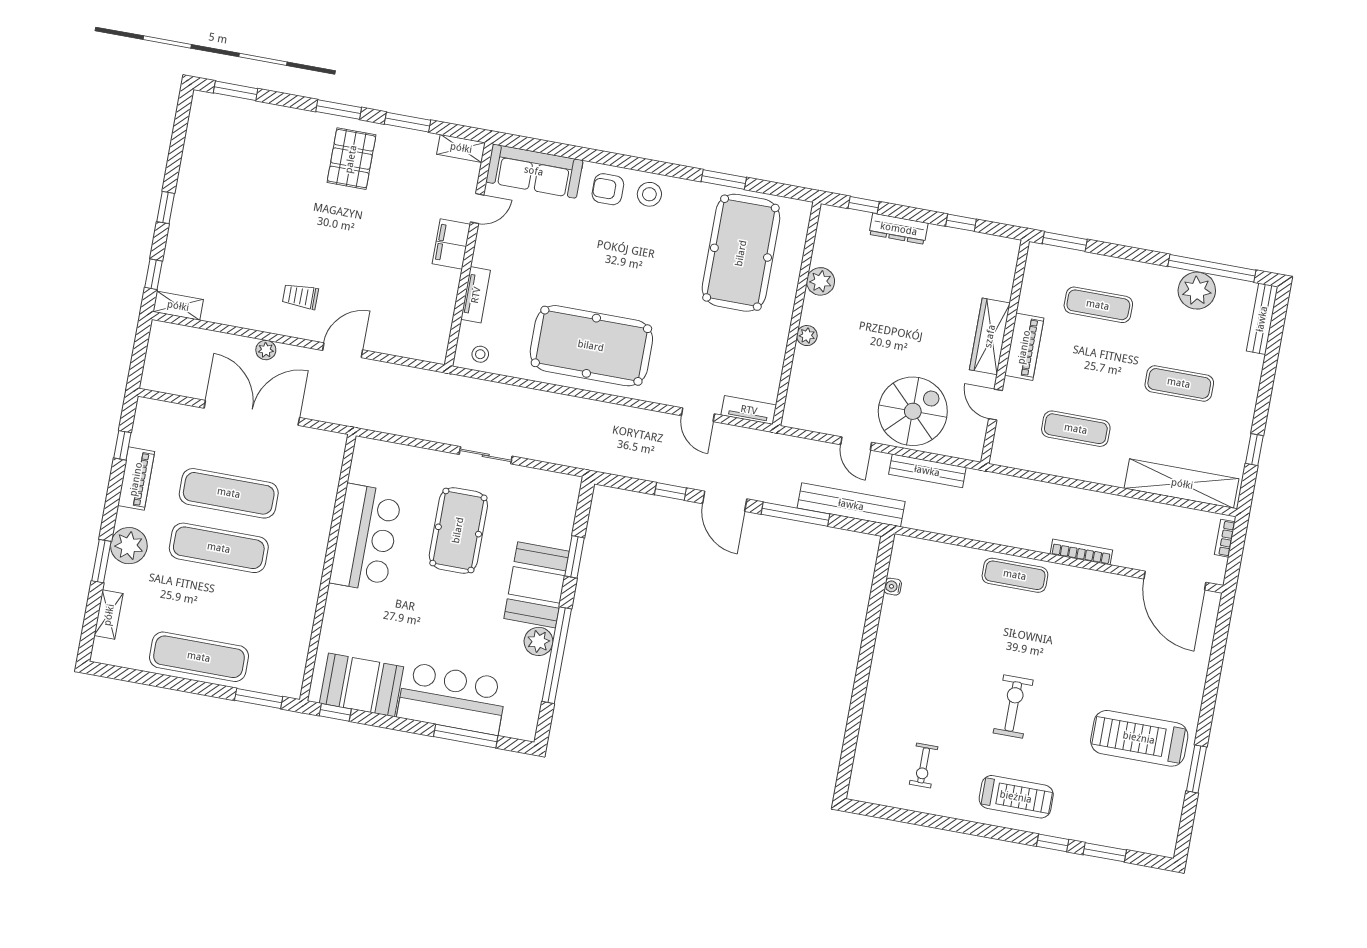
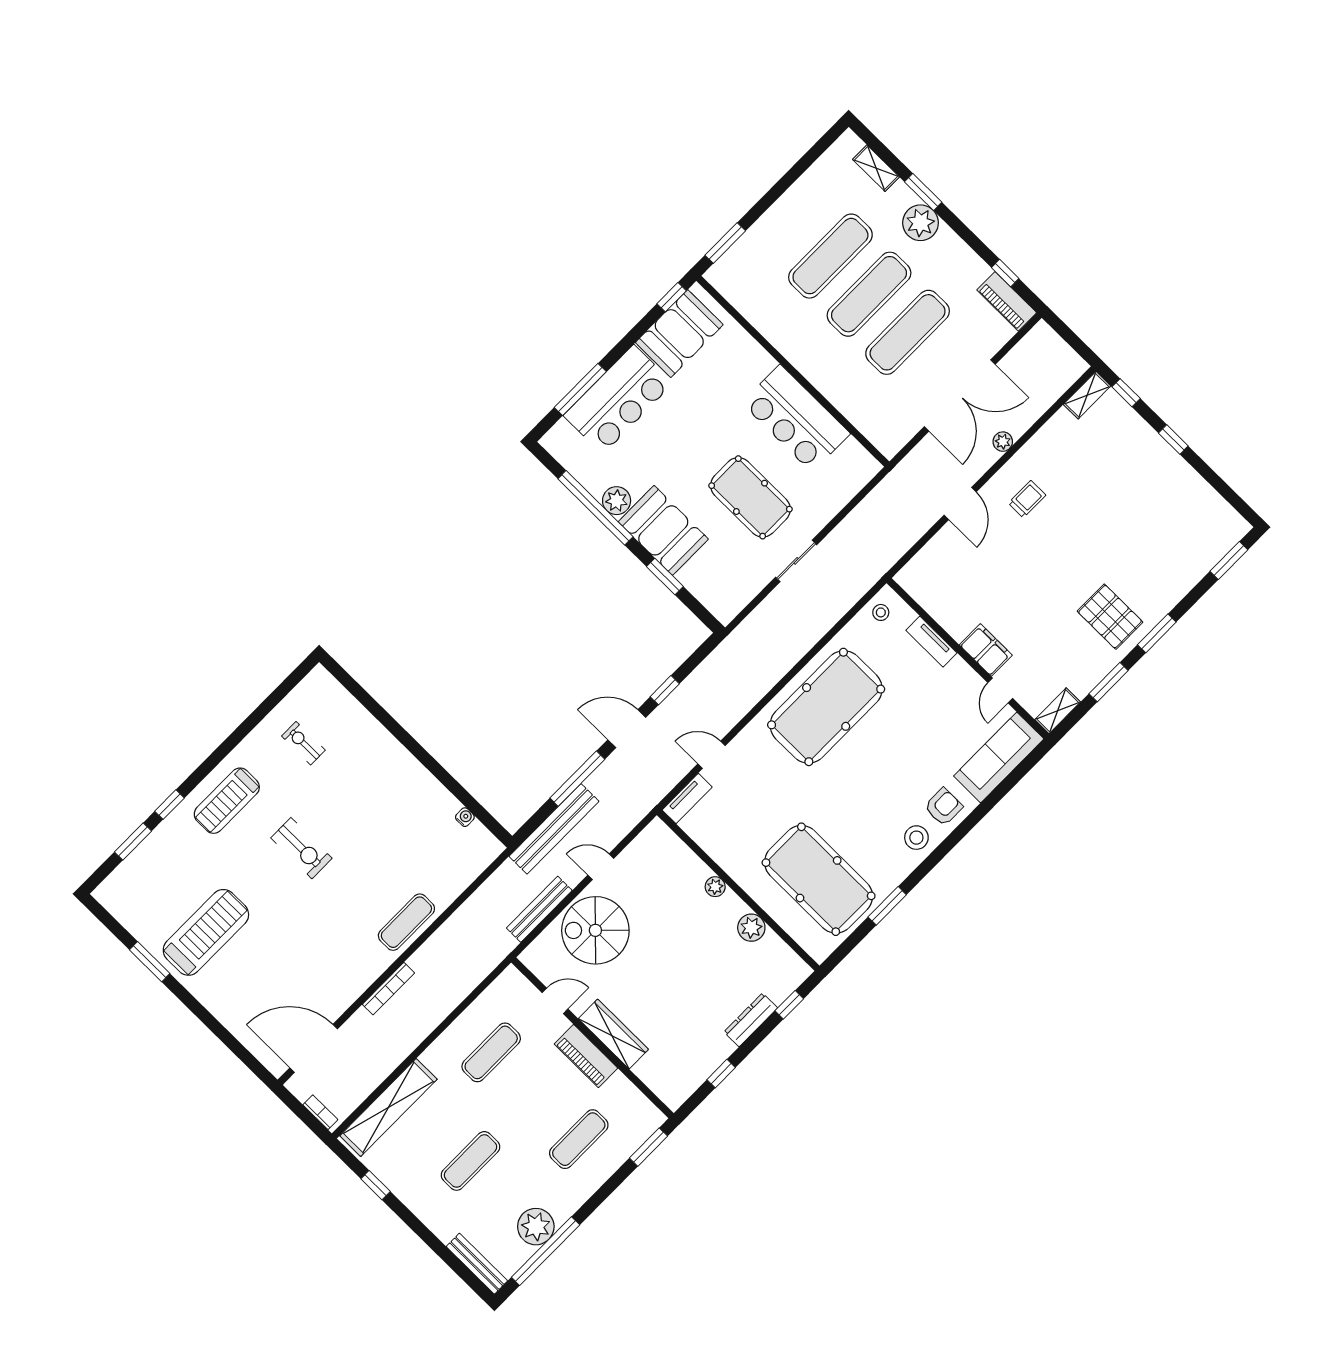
spiral stairs: (913, 411) -> (595, 930), turned 90
piano: (136, 479) -> (1007, 301), moved
exercise mat: (199, 657) -> (830, 256), moved

